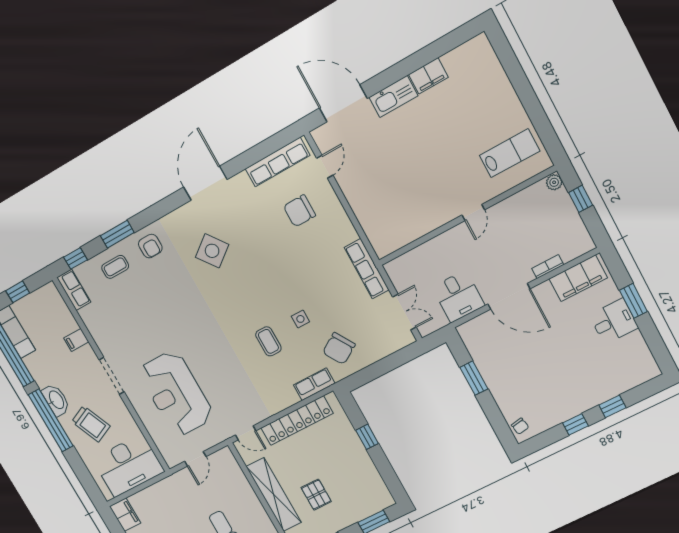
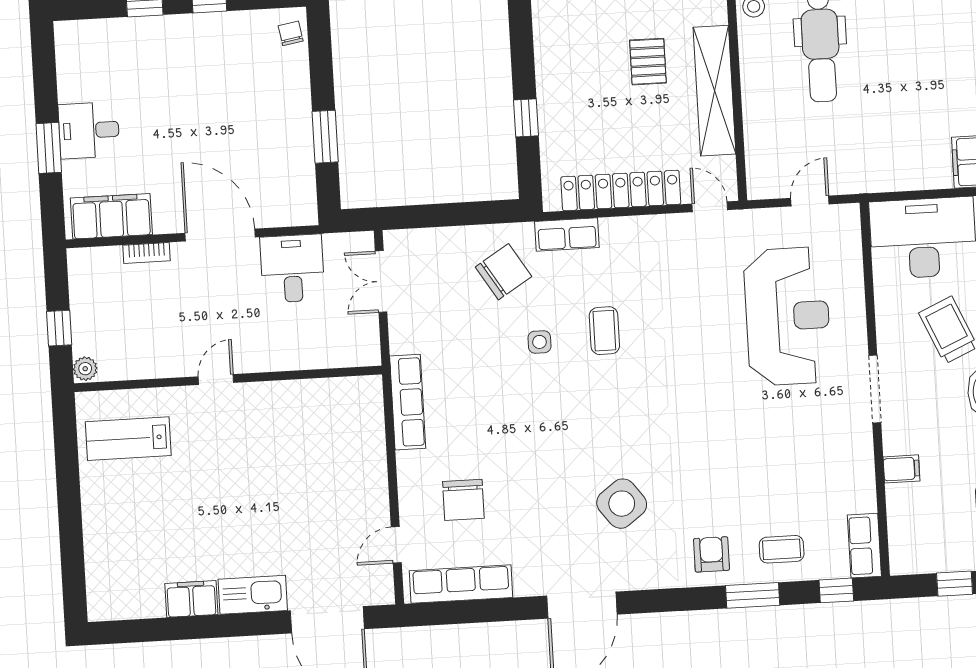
chair: (299, 211) -> (463, 500), turned 90
row of seats: (367, 269) -> (408, 402), moved

